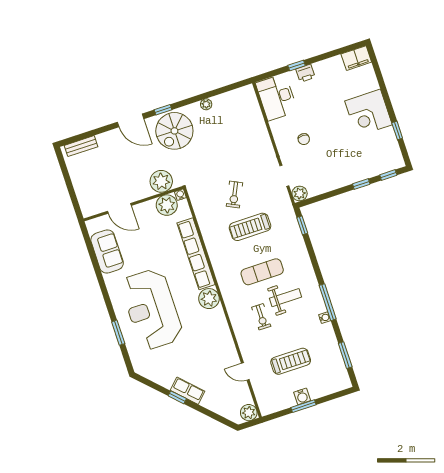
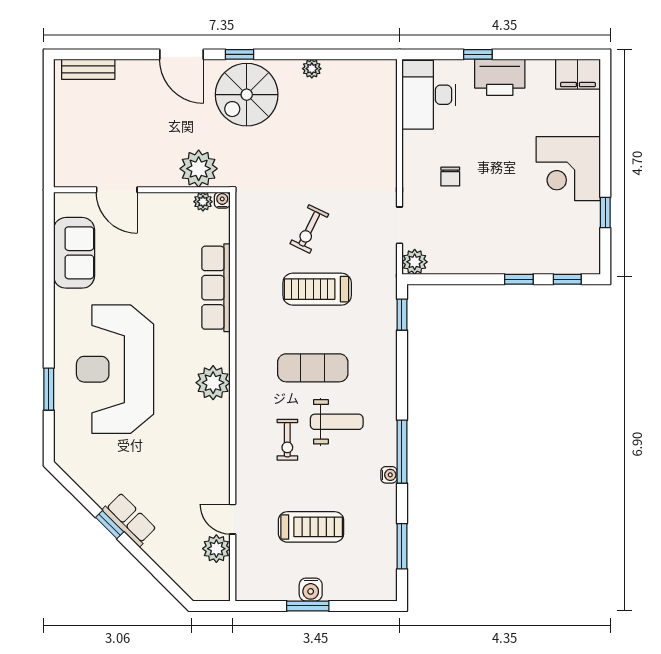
printer: (305, 73) -> (500, 77), width x1.87, depth x1.48
plant: (167, 205) -> (203, 202), width x0.53, depth x0.53
row of seats: (196, 254) -> (216, 288), width x0.73
plant: (249, 413) -> (216, 549), moved

